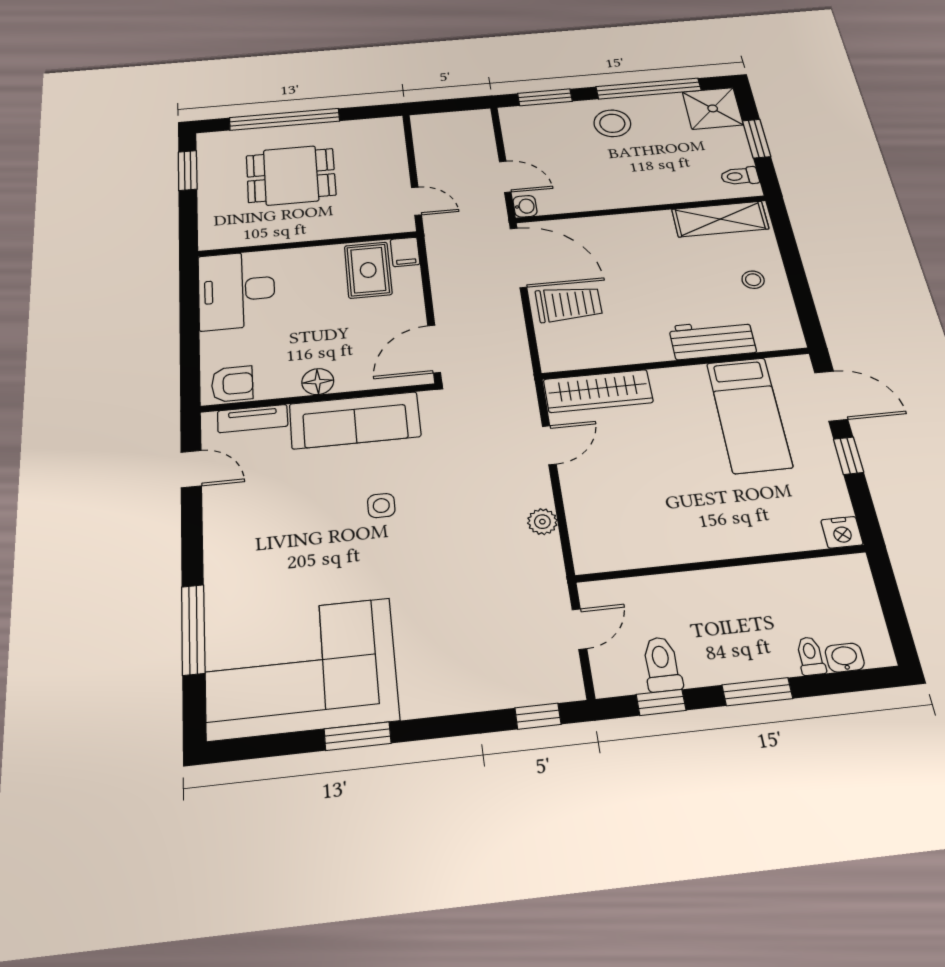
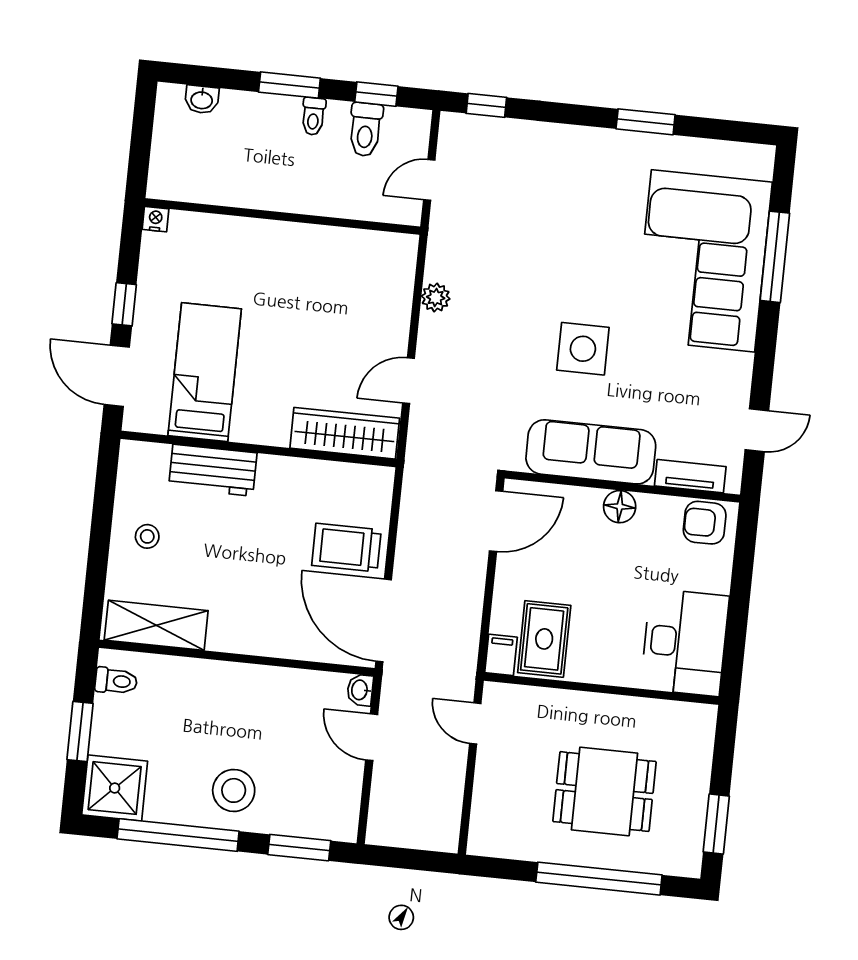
door: (191, 469) -> (757, 430), swing flipped
side table: (381, 506) -> (583, 349), width x1.87, depth x1.87
nightstand: (842, 532) -> (156, 219), width x0.72, depth x0.74
toilet: (810, 656) -> (313, 116), moved
corner sofa: (300, 668) -> (703, 261), moved, turned 90

